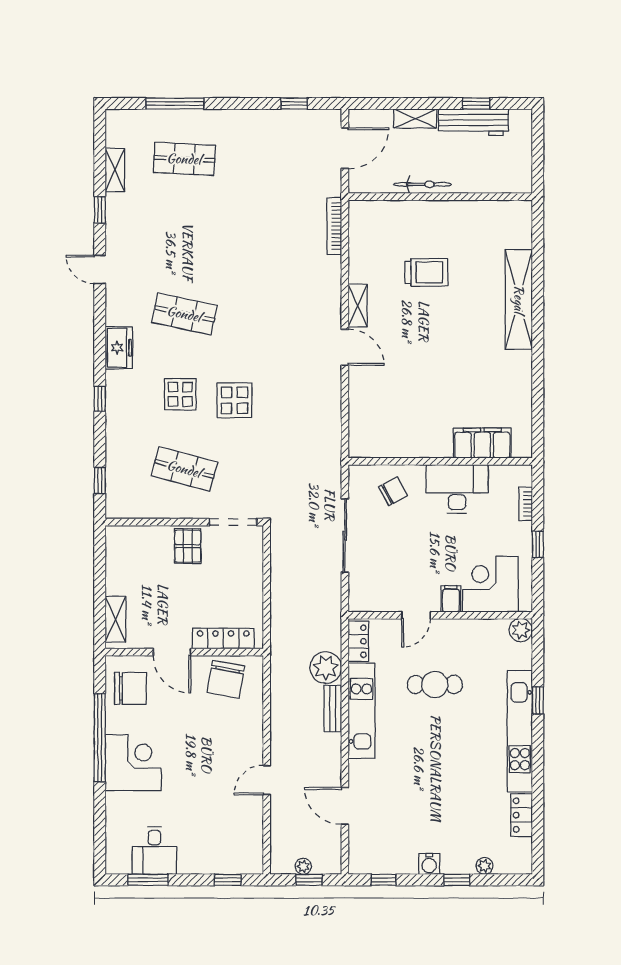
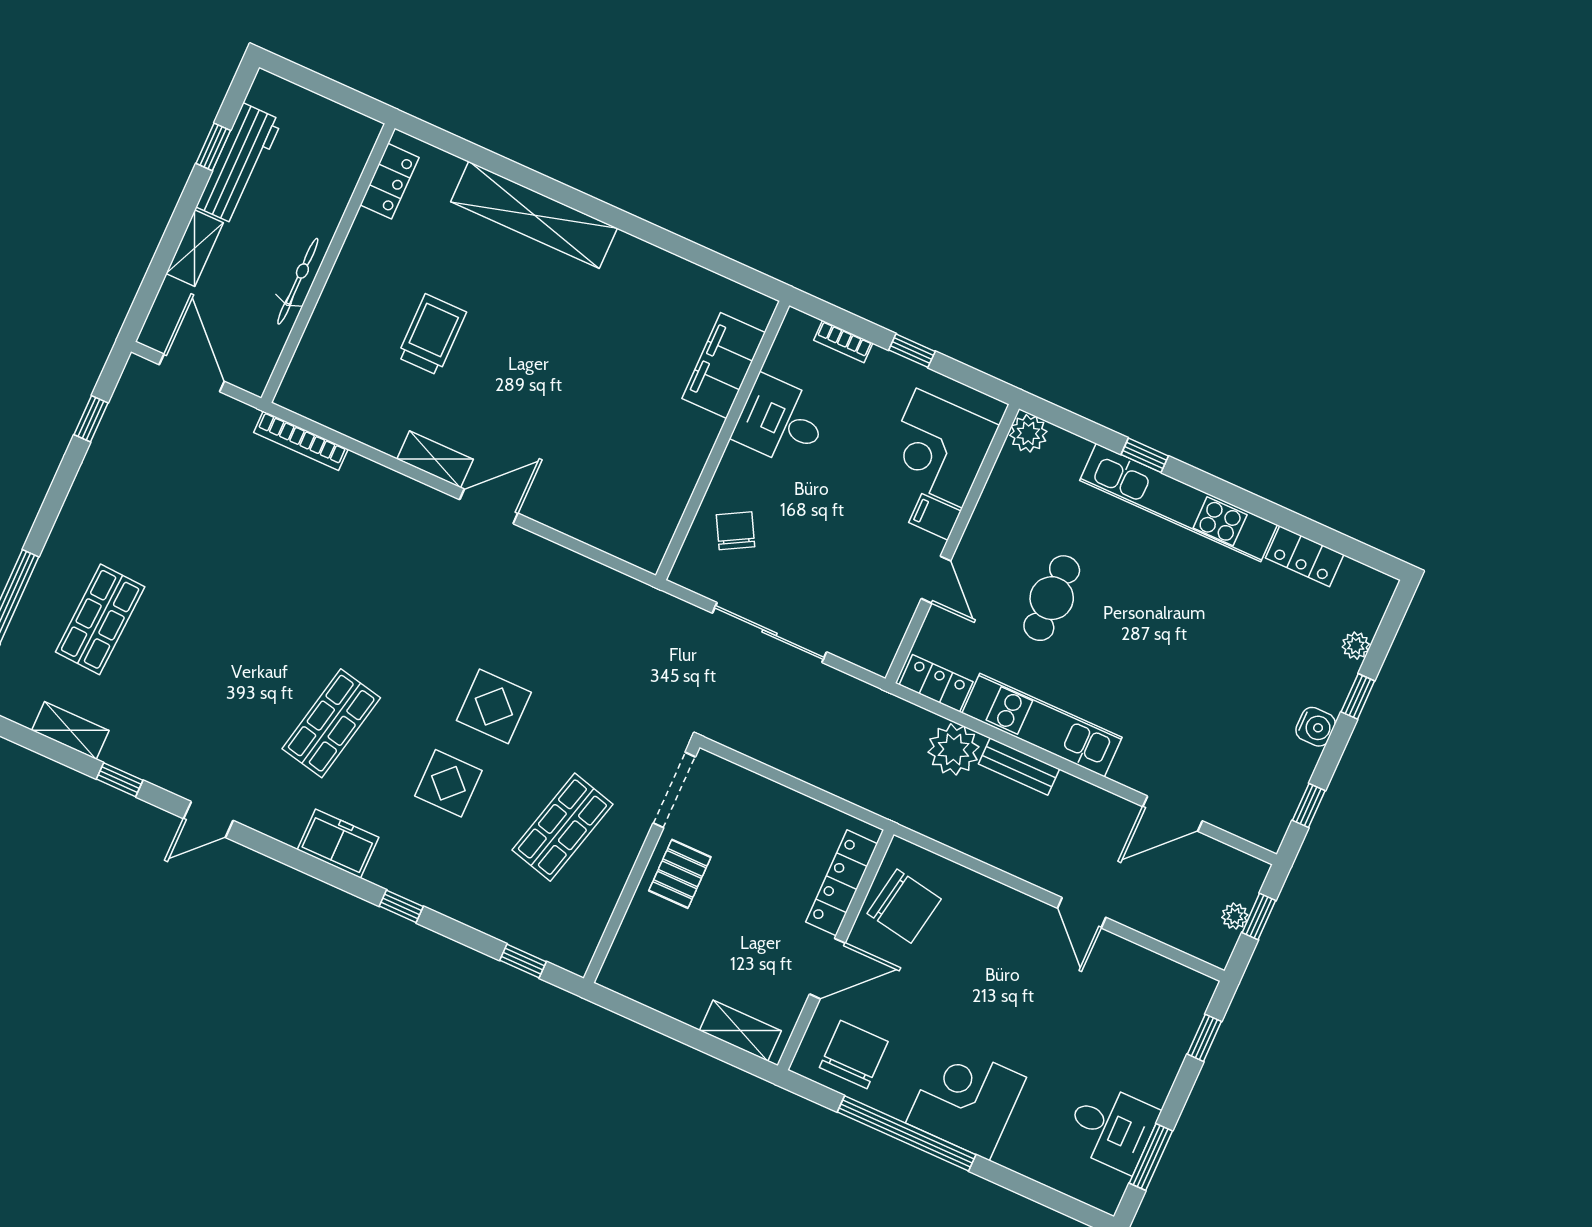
locker: (501, 210) -> (390, 181), added
desk: (457, 489) -> (781, 421), width x0.73
pallet: (188, 546) -> (680, 874), turned 90

